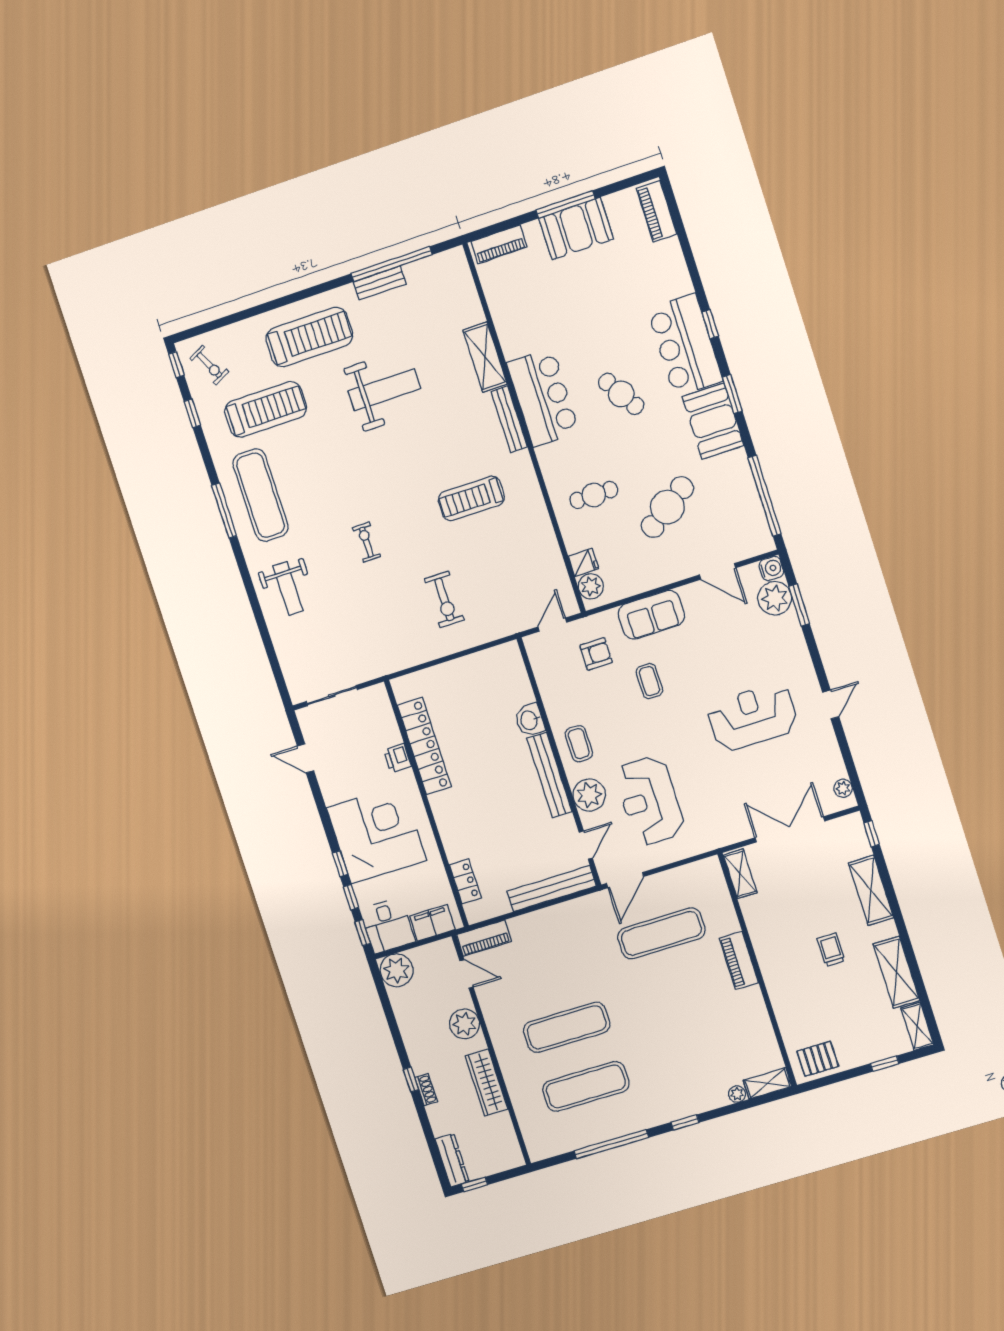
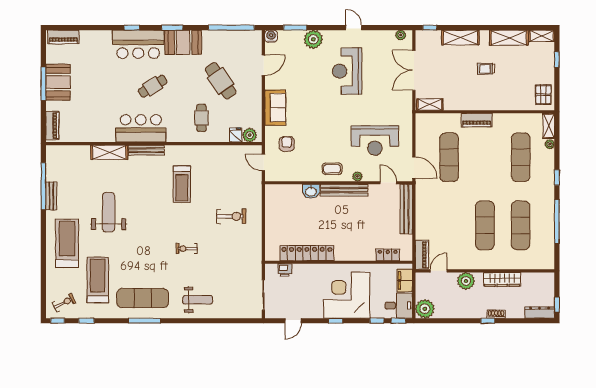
plant: (775, 598) -> (313, 39), moved
coffee table: (649, 681) -> (310, 120), removed
printer: (398, 758) -> (285, 270), moved
plant: (589, 795) -> (357, 176), width x0.53, depth x0.53
window: (340, 864) -> (336, 321), moved
exercise mat: (700, 1053) -> (521, 157), added

